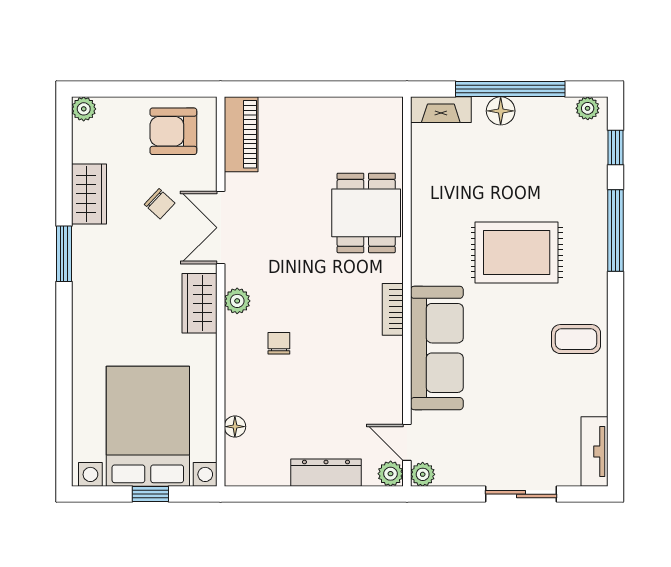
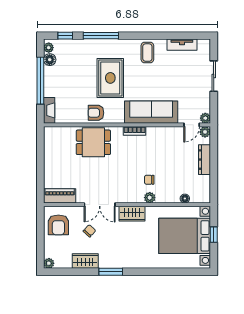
floor lamp: (501, 111) -> (50, 60), moved
armchair: (435, 219) -> (96, 113), added
plant: (237, 301) -> (150, 198), moved
tv unit: (595, 452) -> (182, 45), moved

